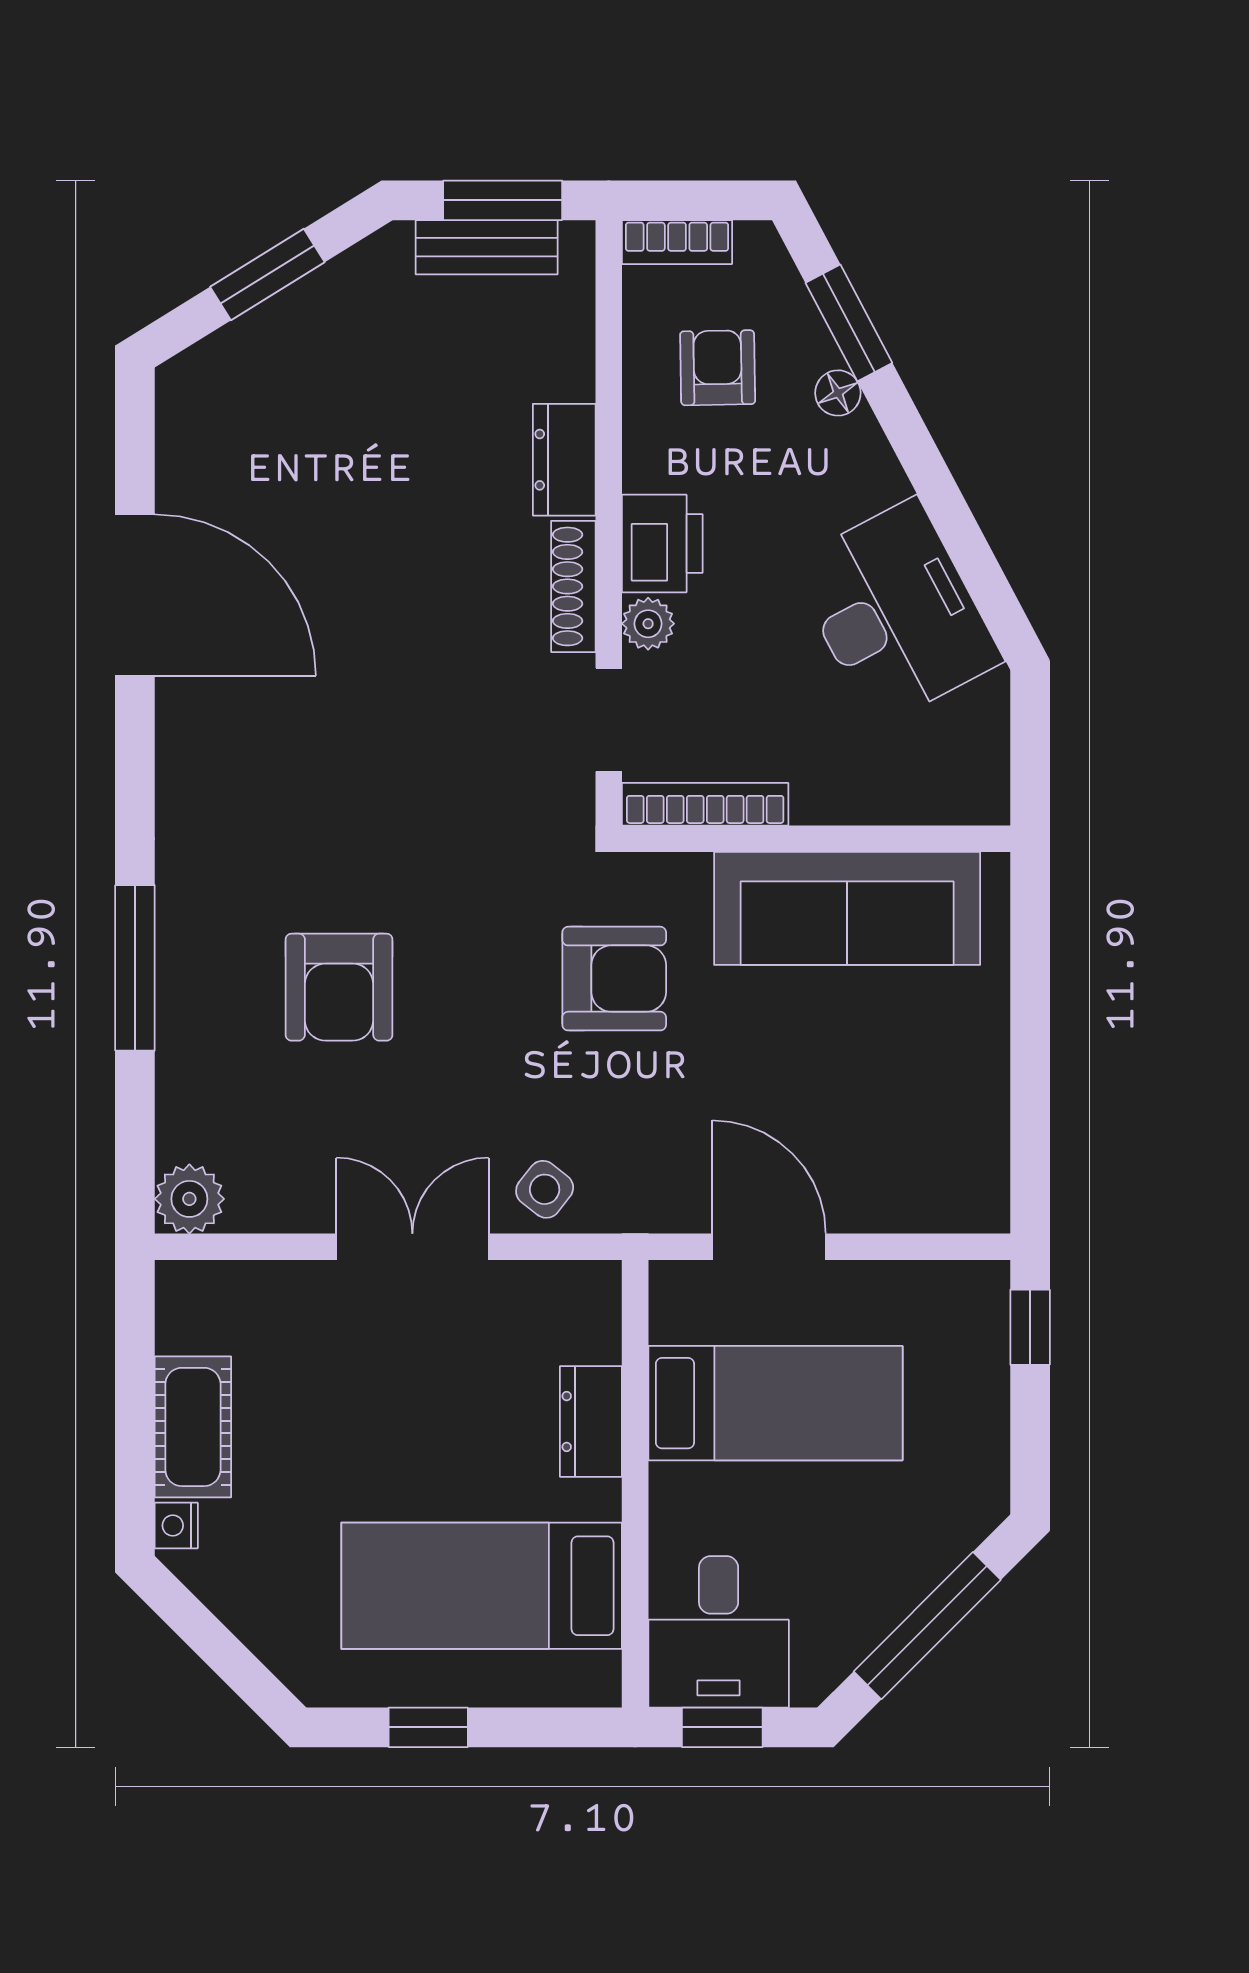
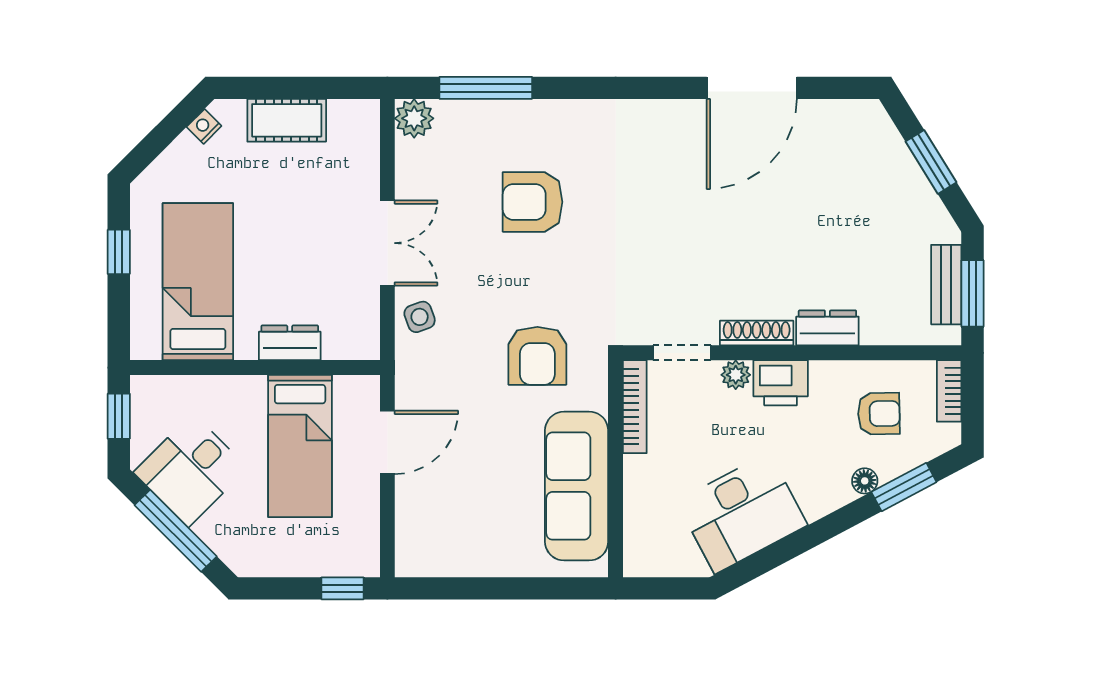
window: (135, 968) -> (486, 88), moved
side table: (545, 1189) -> (420, 317), turned 32
nightstand: (176, 1525) -> (204, 126), moved, turned -45
desk: (719, 1632) -> (191, 470), moved, turned -45

